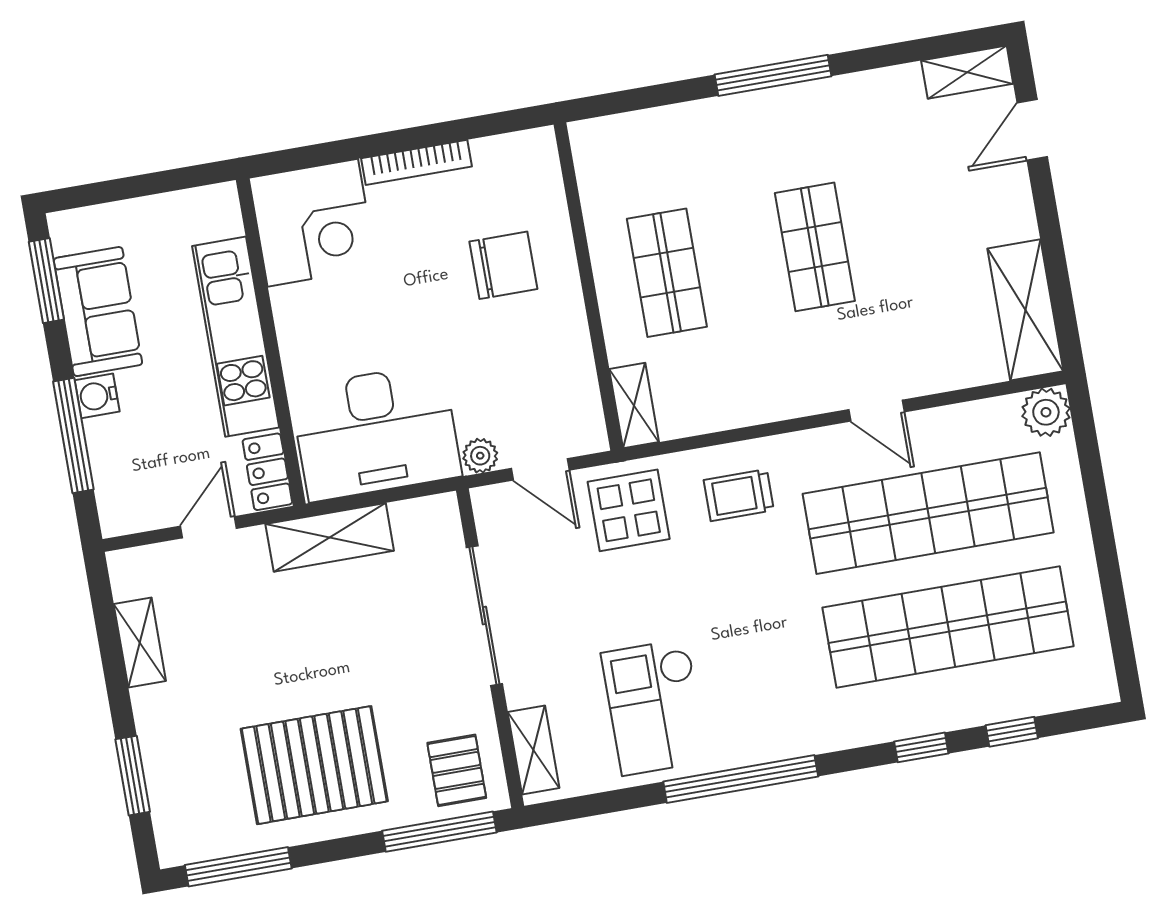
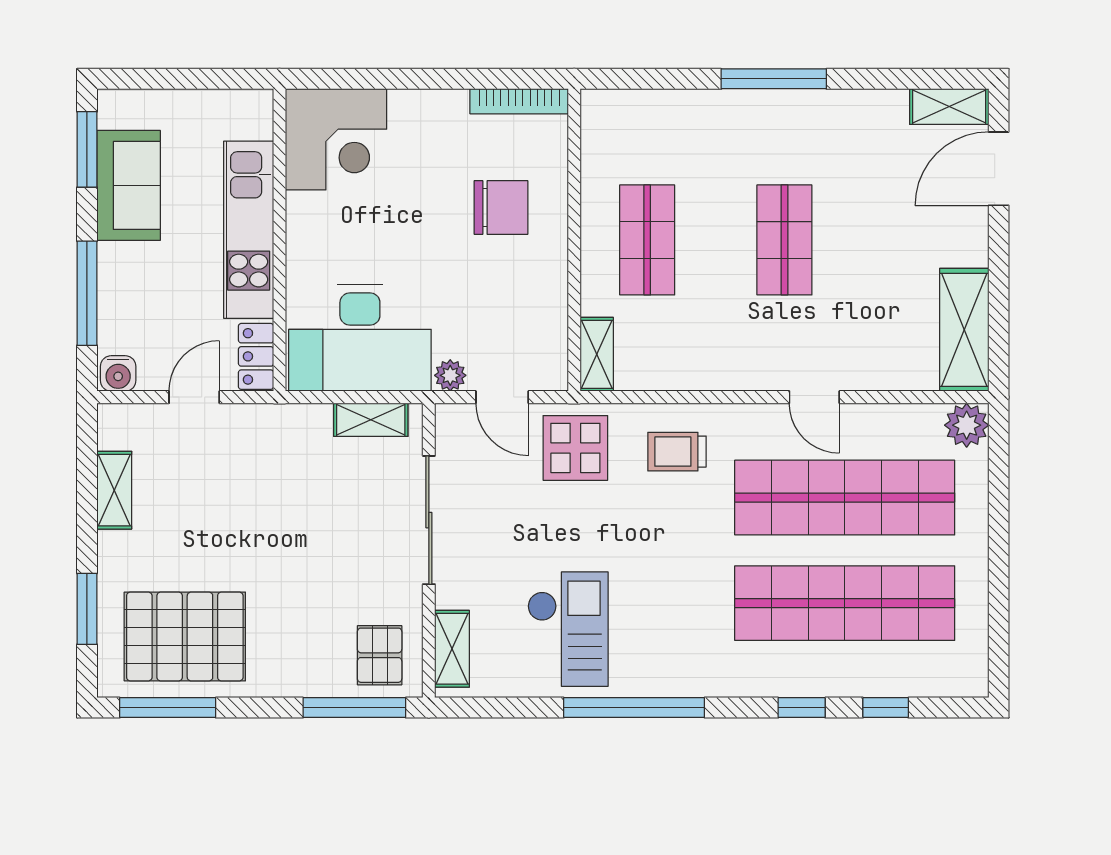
door: (1032, 130) -> (999, 169), width x1.38
bookcase: (417, 162) -> (519, 101), moved
water cooler: (97, 396) -> (118, 373), moved, turned -90
shelving: (330, 537) -> (371, 420), moved, width x0.67, depth x0.75
checkout: (655, 707) -> (568, 629), turned 180
pallet: (314, 765) -> (185, 637), moved

